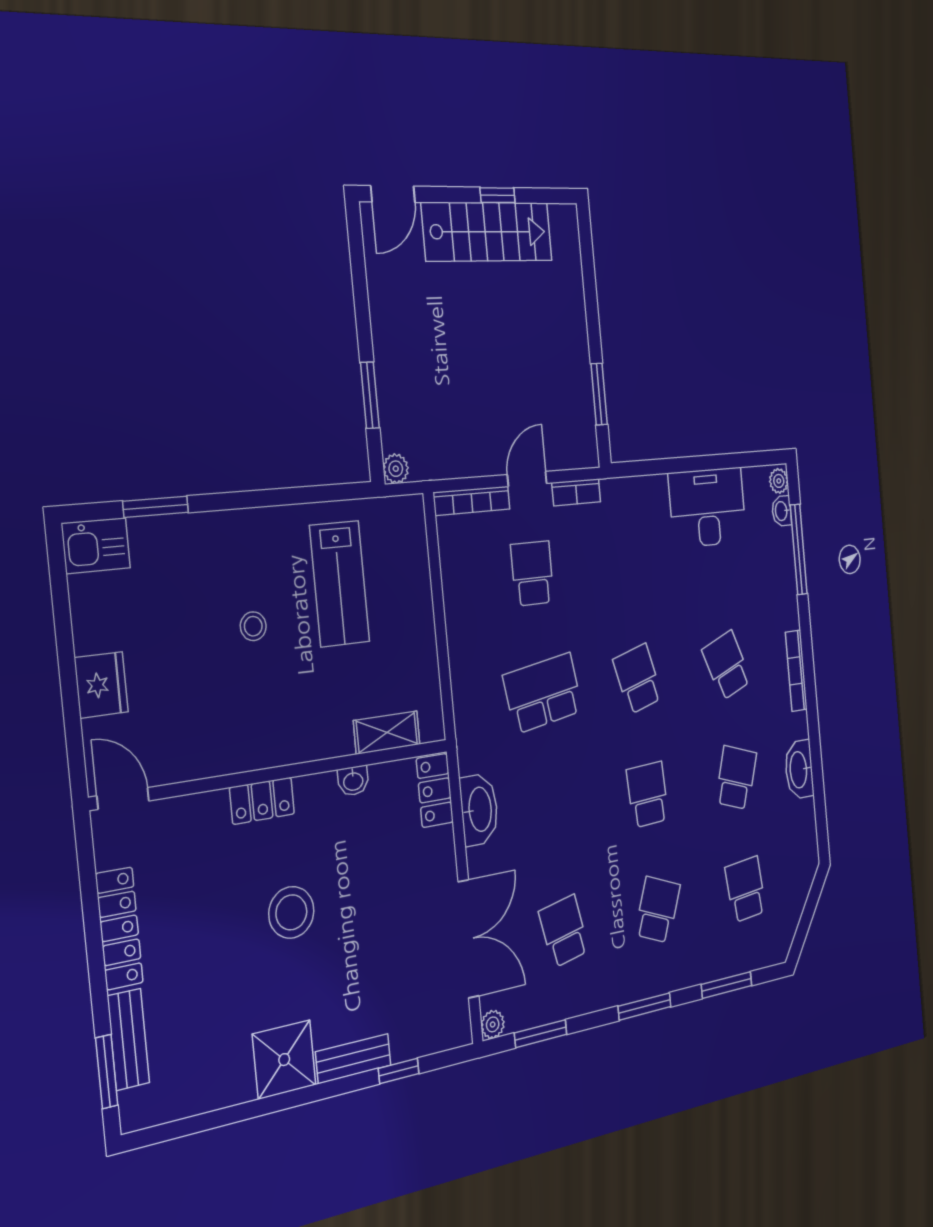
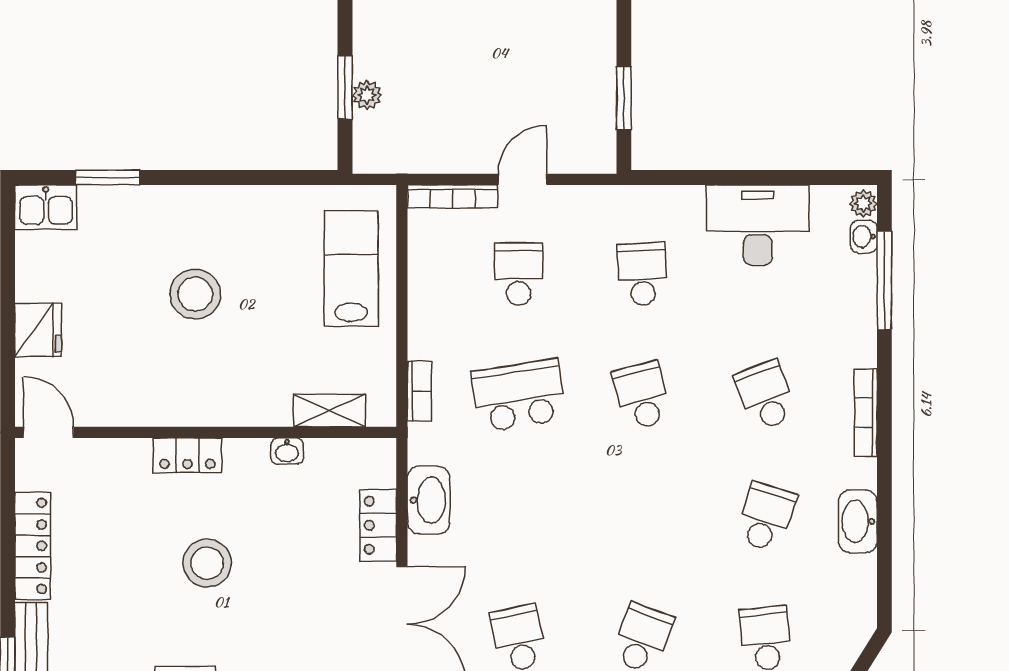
plant: (396, 469) -> (367, 95), moved
bookcase: (576, 492) -> (419, 391), moved, turned -90
lab bench: (340, 584) -> (351, 268), moved, turned 180
stool: (253, 626) -> (195, 294), width x1.89, depth x1.89
locker: (435, 790) -> (378, 525), moved
school desk: (648, 795) -> (642, 274), moved

